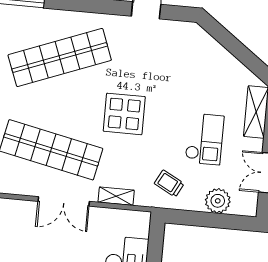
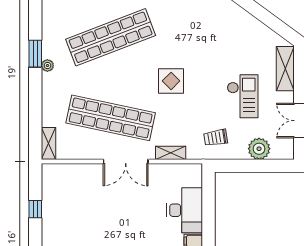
display table: (124, 114) -> (171, 81), width x0.73, depth x0.73
trolley: (169, 184) -> (216, 138), turned -37

